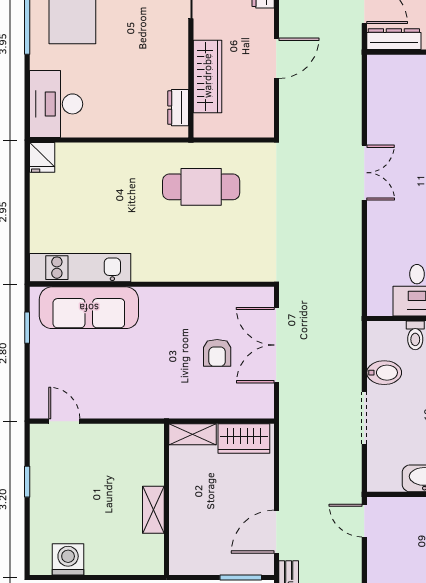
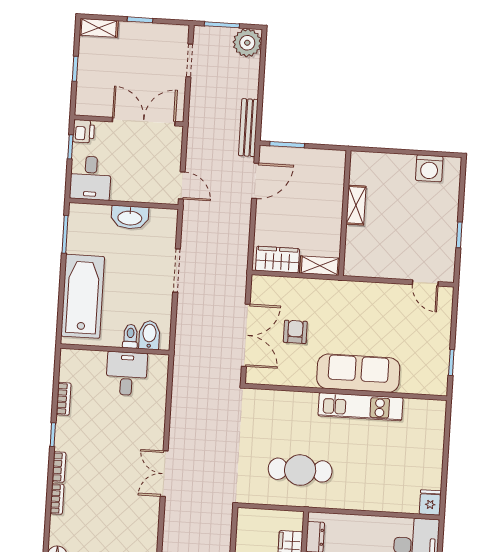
kitchen unit: (80, 268) -> (360, 407), moved
sofa: (89, 308) -> (358, 373), moved
bidet: (384, 373) -> (149, 335), moved, turned 90

